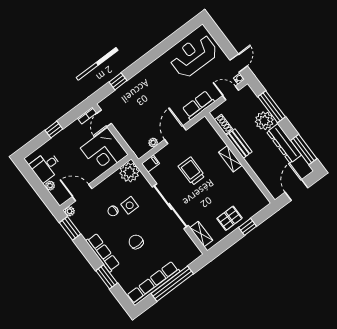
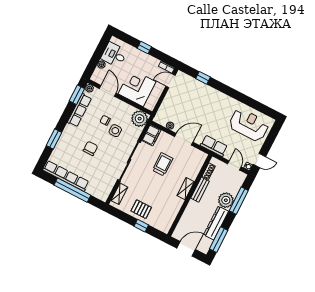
corner desk: (104, 151) -> (137, 88), moved, turned 90
filing cabinet: (150, 164) -> (152, 135), width x2.00
row of seats: (103, 253) -> (80, 110), moved

